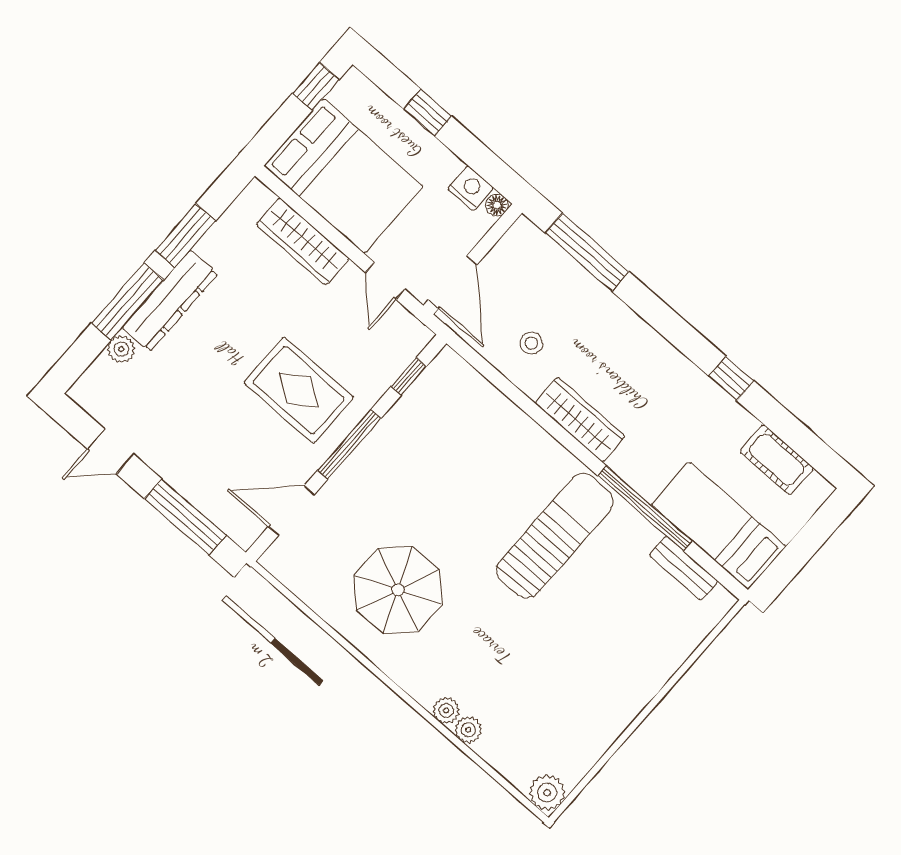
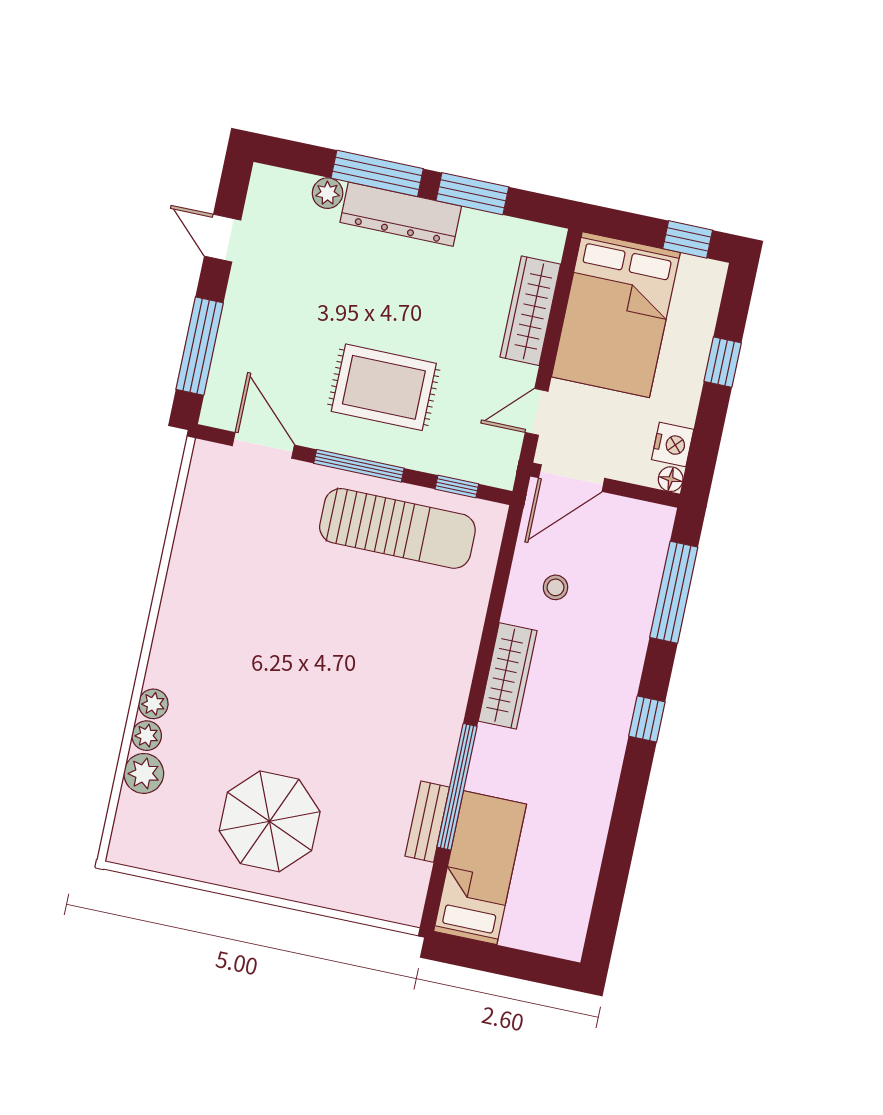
window: (731, 378) -> (647, 719), moved
rug: (299, 390) -> (384, 387), turned 90
cot: (777, 460) -> (575, 888), removed
sun lounger: (555, 536) -> (397, 528), moved
bench: (684, 568) -> (427, 822), moved
parasol: (398, 590) -> (270, 821), moved
plant: (547, 793) -> (144, 773), moved

